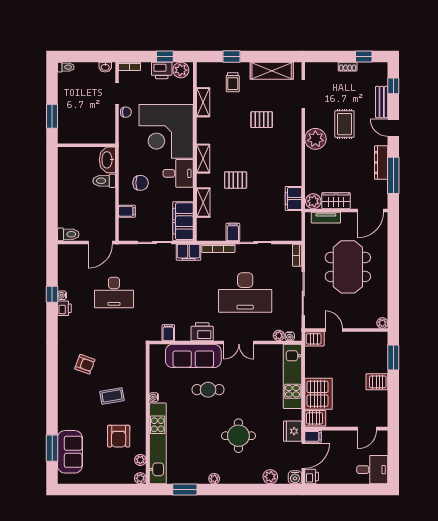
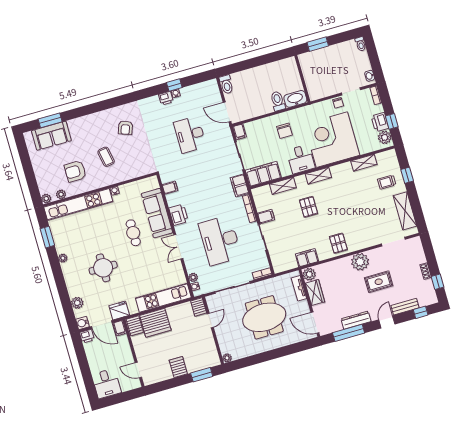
pallet: (262, 120) -> (338, 243), moved
filing cabinet: (127, 211) -> (240, 132), moved

